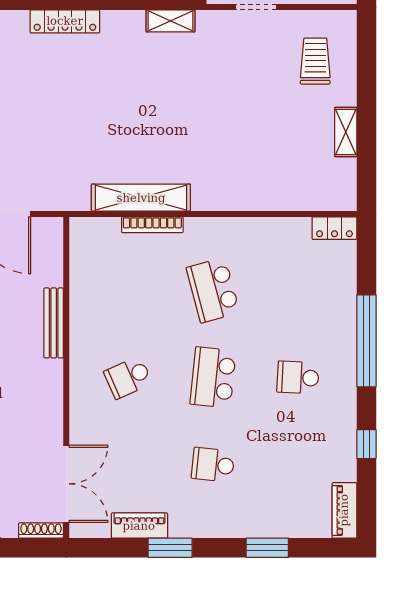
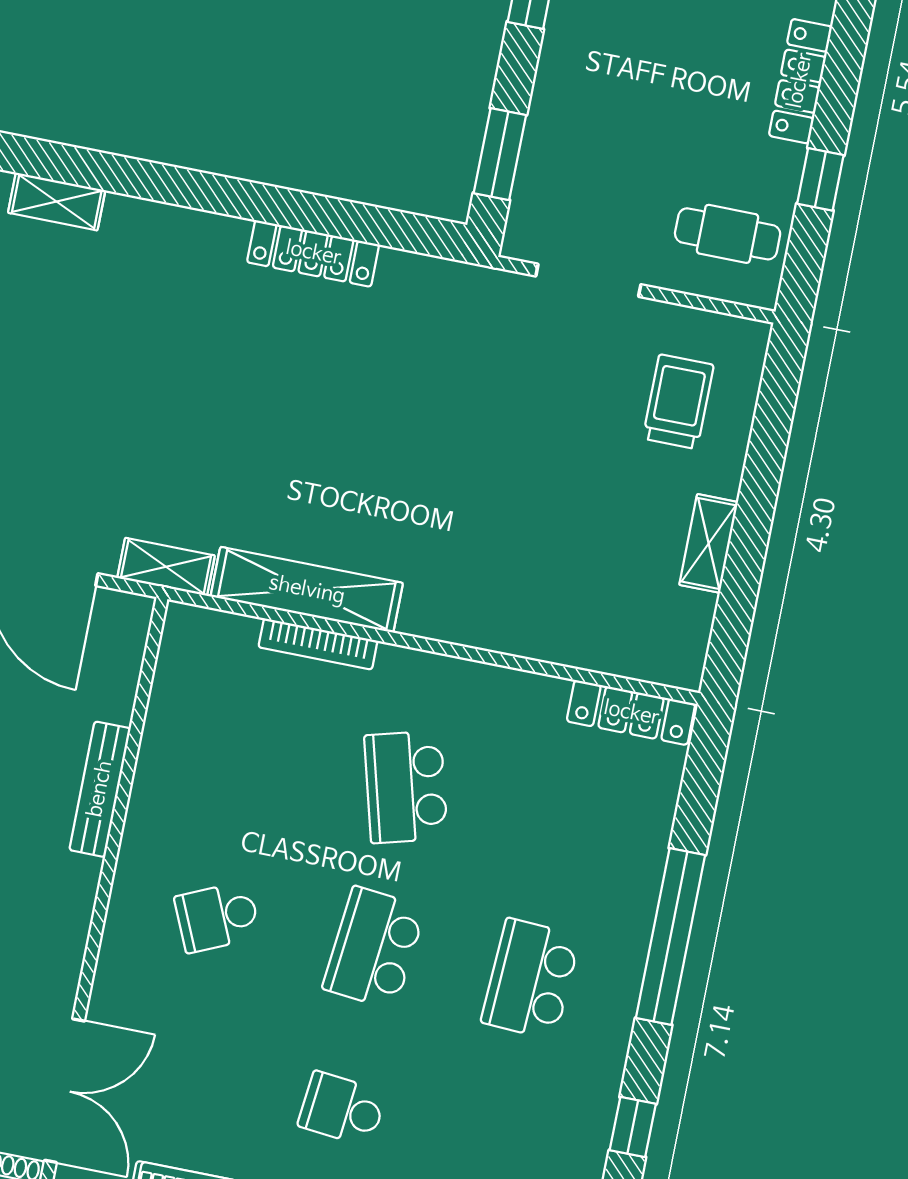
doorway: (256, 7) -> (588, 280), width x1.38
locker: (65, 21) -> (313, 253), moved
shelving: (170, 21) -> (166, 567), moved
locker: (334, 228) -> (631, 713), width x1.53
school desk: (298, 377) -> (531, 979), width x1.85

